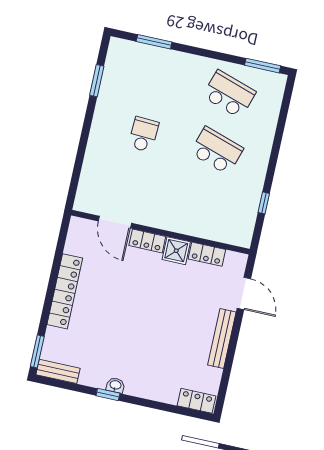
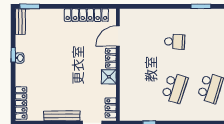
locker: (207, 254) -> (111, 108), moved
locker: (65, 291) -> (86, 15), moved
locker: (196, 401) -> (21, 103), width x1.53

